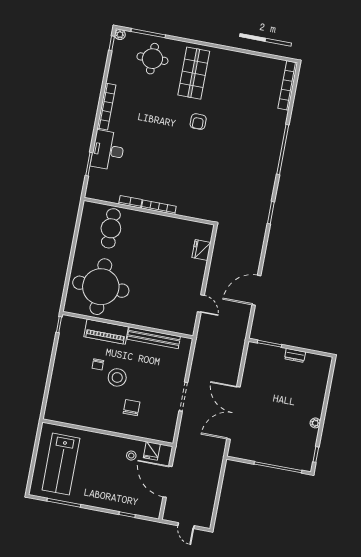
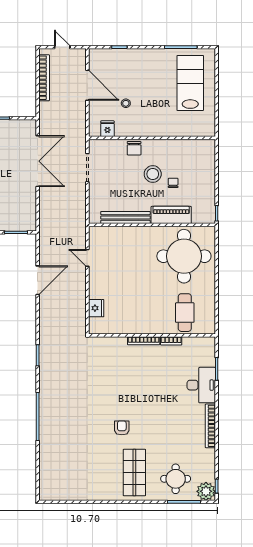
plant: (120, 35) -> (206, 491), width x1.88, depth x1.88
bookcase: (288, 86) -> (44, 78), moved
wall: (108, 433) -> (152, 138), moved
fridge: (152, 451) -> (107, 129), moved

